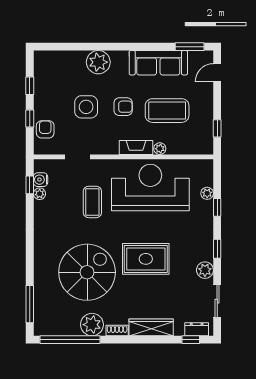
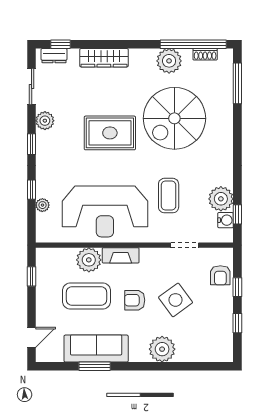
window: (190, 47) -> (95, 366), moved
side table: (86, 107) -> (176, 300), turned -36
plant: (160, 149) -> (89, 260), width x1.88, depth x1.88
plant: (40, 194) -> (221, 199), width x1.88, depth x1.88
shoe rack: (117, 331) -> (205, 54), moved

